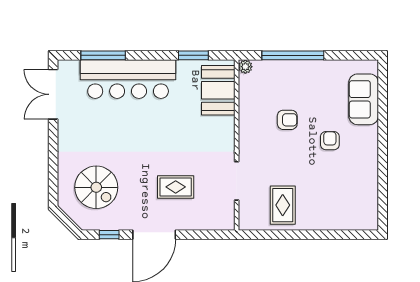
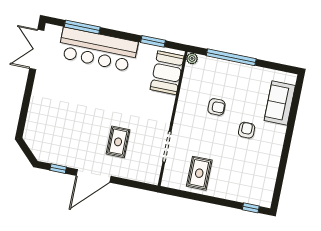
spiral stairs: (96, 187) -> (56, 129), removed
rug: (176, 187) -> (118, 142), turned 90
window: (354, 235) -> (251, 208), added

